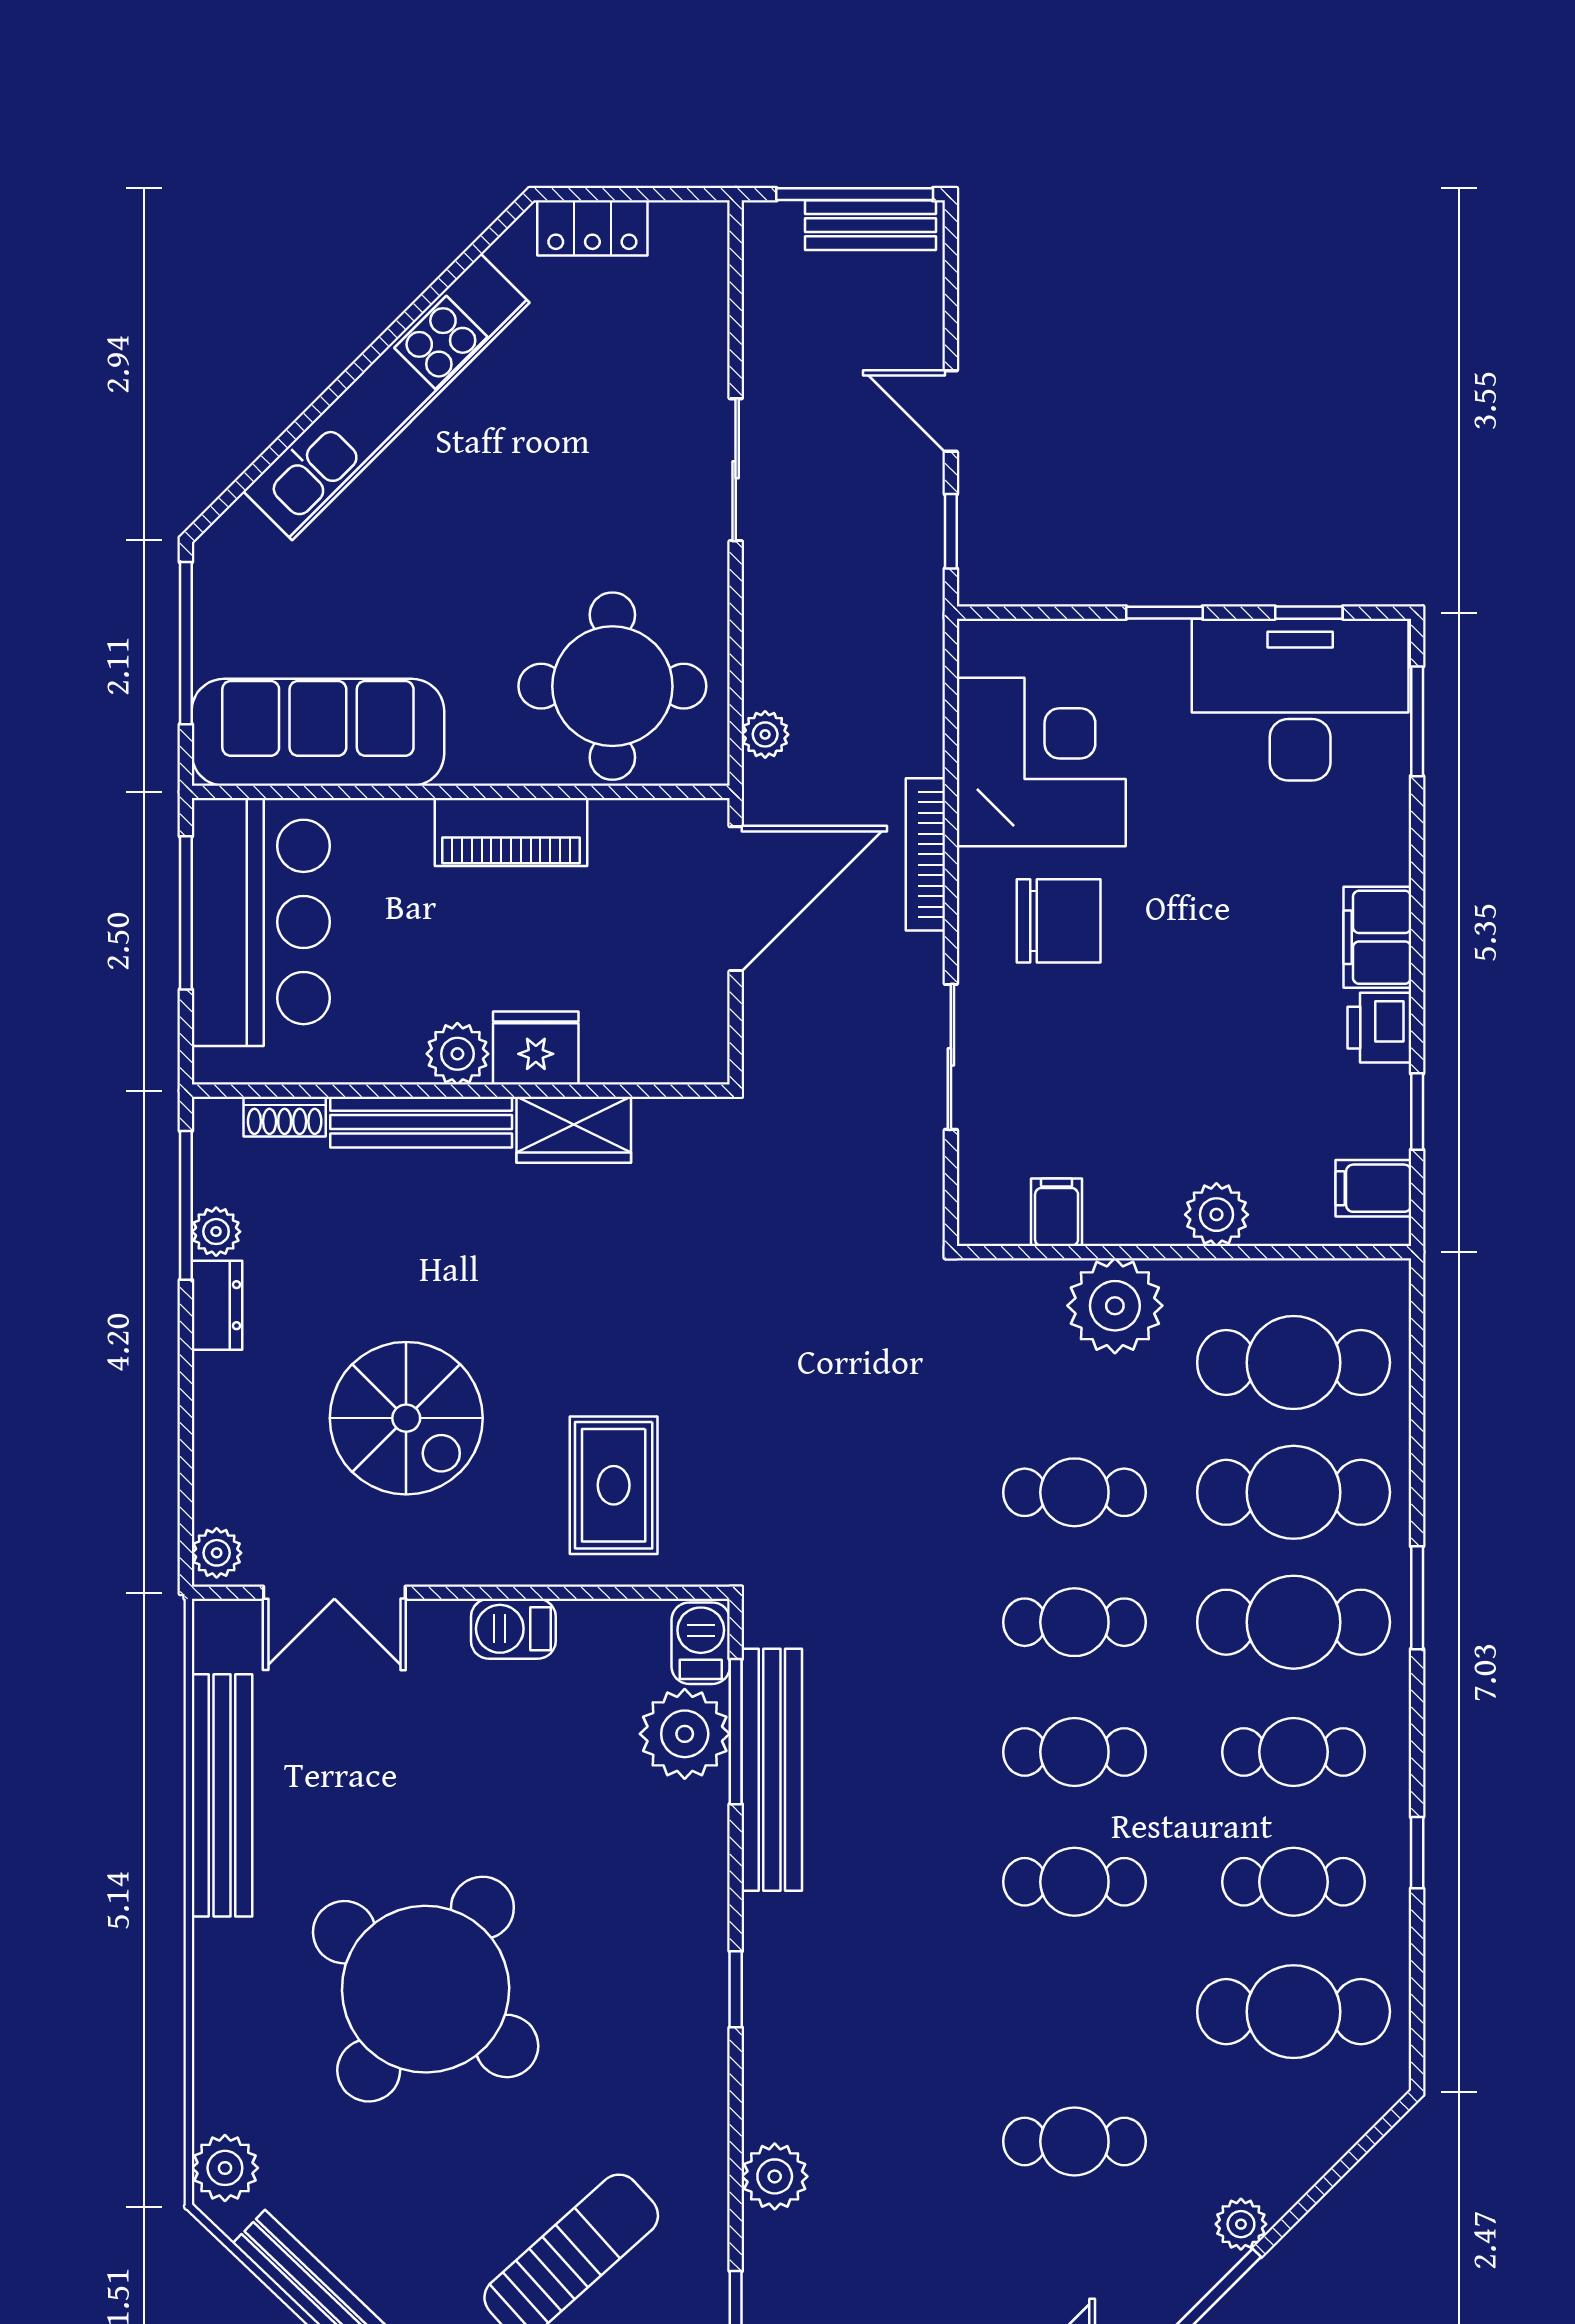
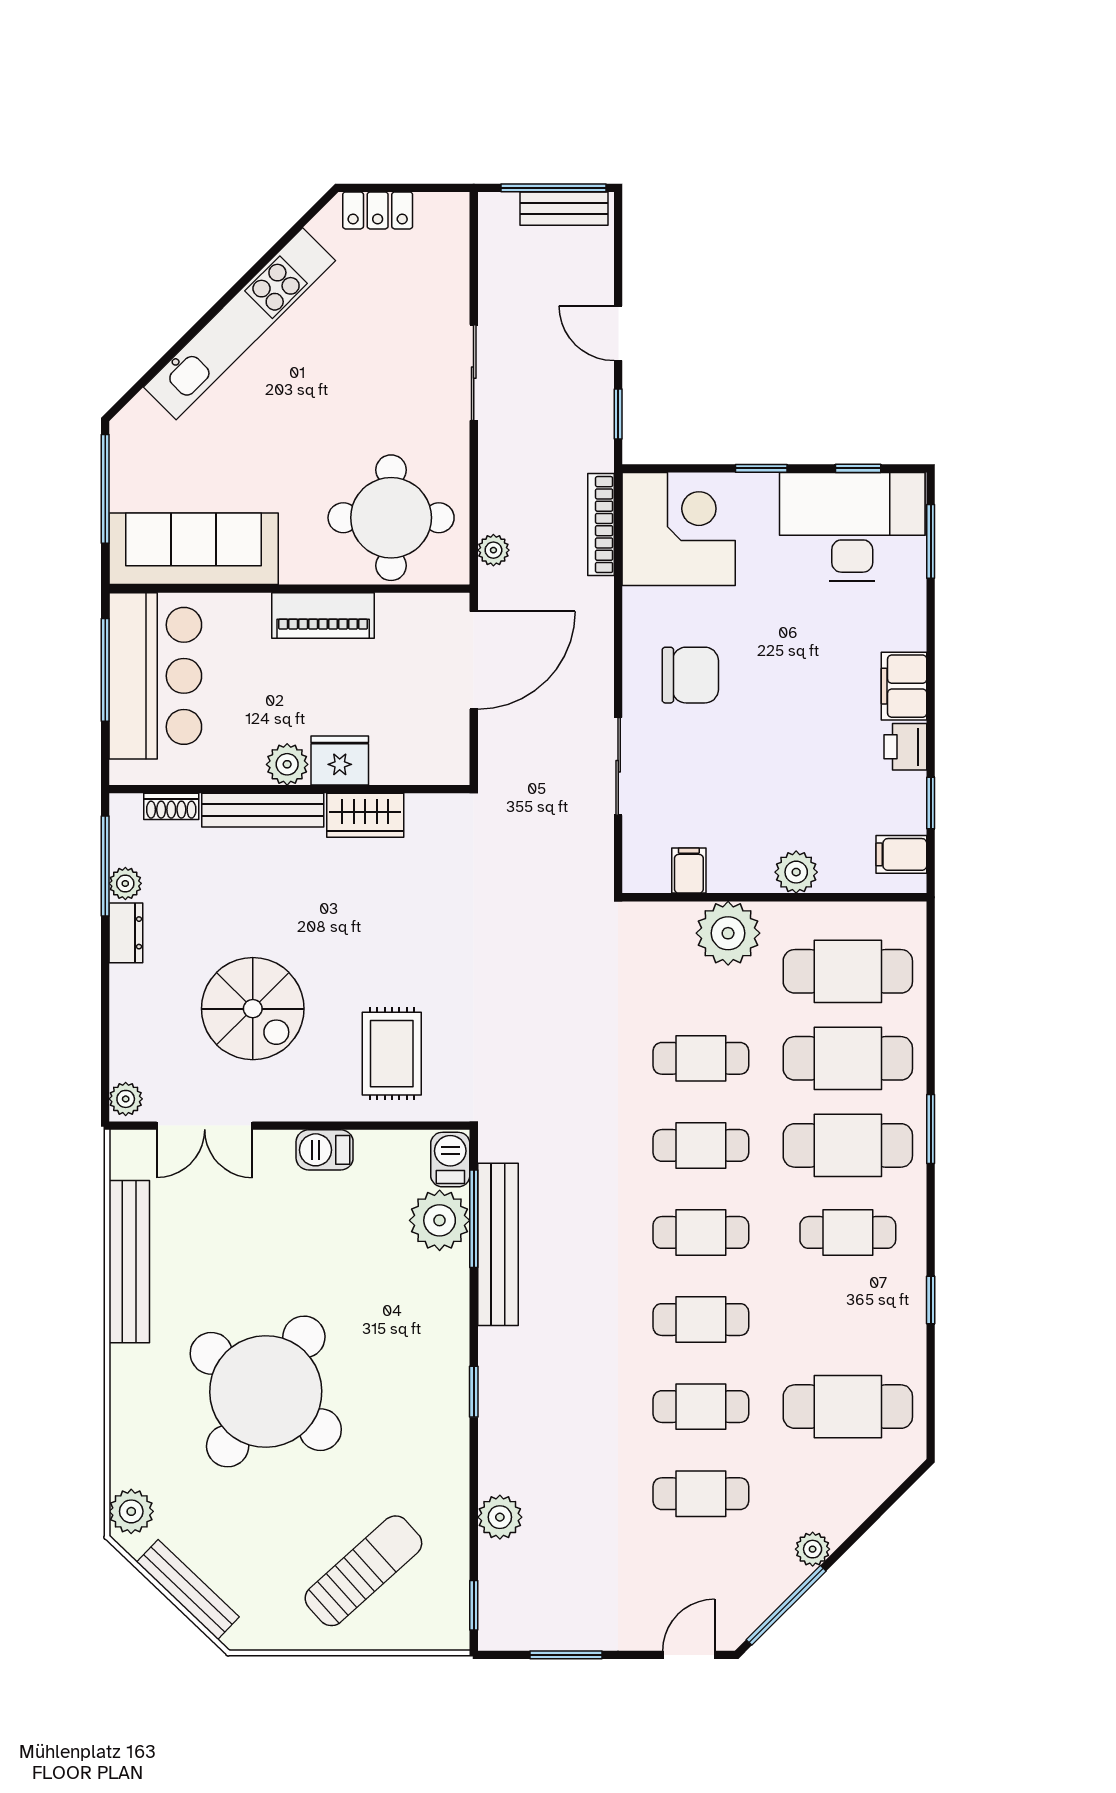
corner desk: (1041, 762) -> (679, 529), moved
bookcase: (925, 854) -> (601, 525), moved
cafe table: (1294, 1882) -> (701, 1407), moved

